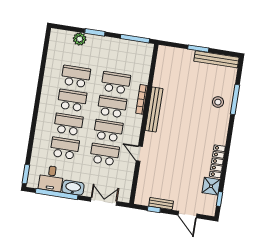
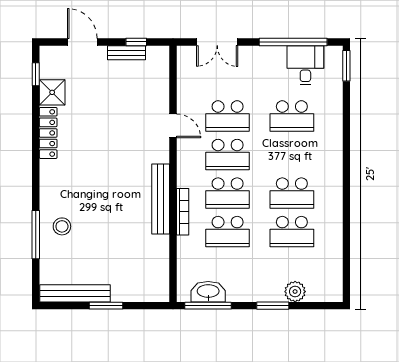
school desk: (68, 124) -> (292, 155), removed
washbasin: (73, 188) -> (208, 292), moved, turned 180

